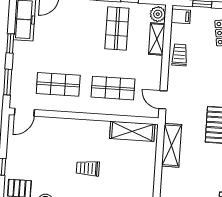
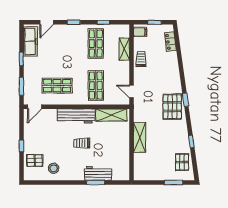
plant: (158, 14) -> (124, 31), removed
shop shelf: (113, 88) -> (96, 86), turned 90
workbench: (82, 129) -> (76, 116), added
shelving: (172, 145) -> (140, 137), moved

